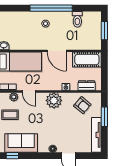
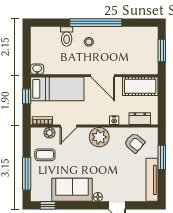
toilet: (77, 19) -> (67, 36), moved
door: (29, 91) -> (69, 126), hinge flipped
sofa: (21, 143) -> (72, 190), moved

